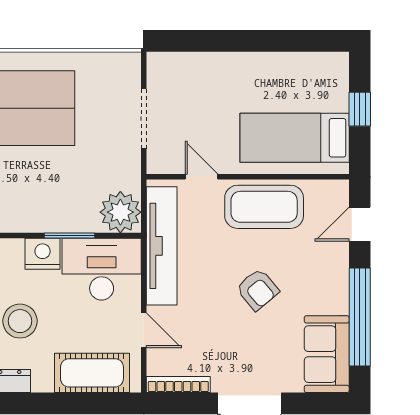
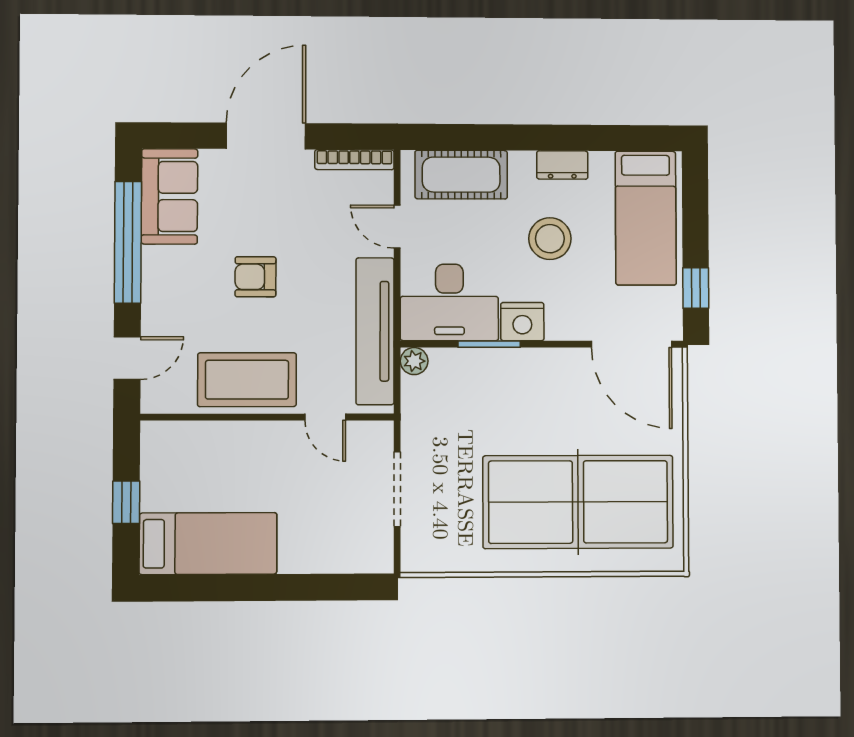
bed: (295, 138) -> (208, 544), moved
plant: (120, 212) -> (414, 361), width x0.53, depth x0.53
armchair: (258, 290) -> (255, 277), turned -50

